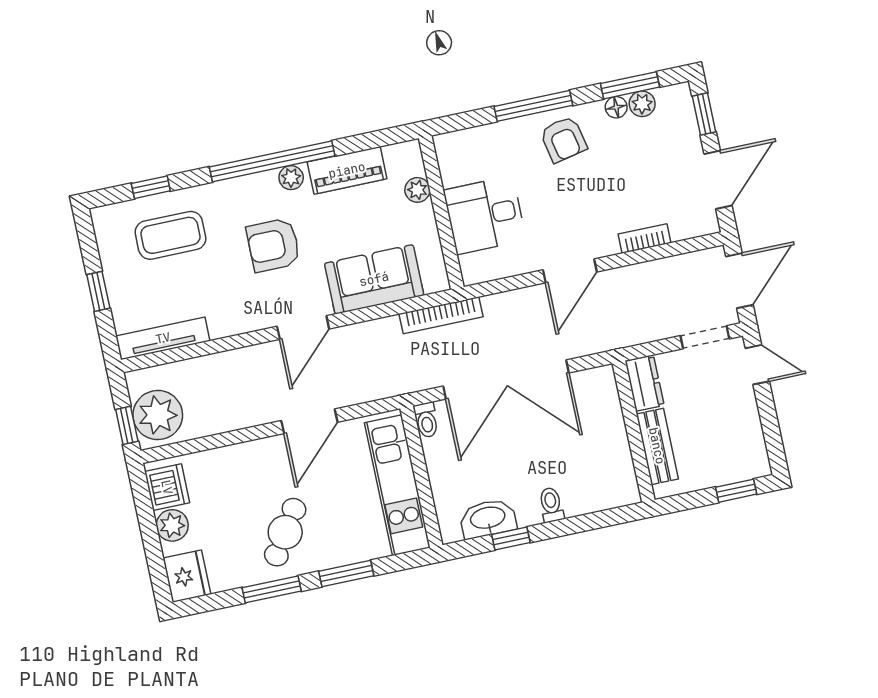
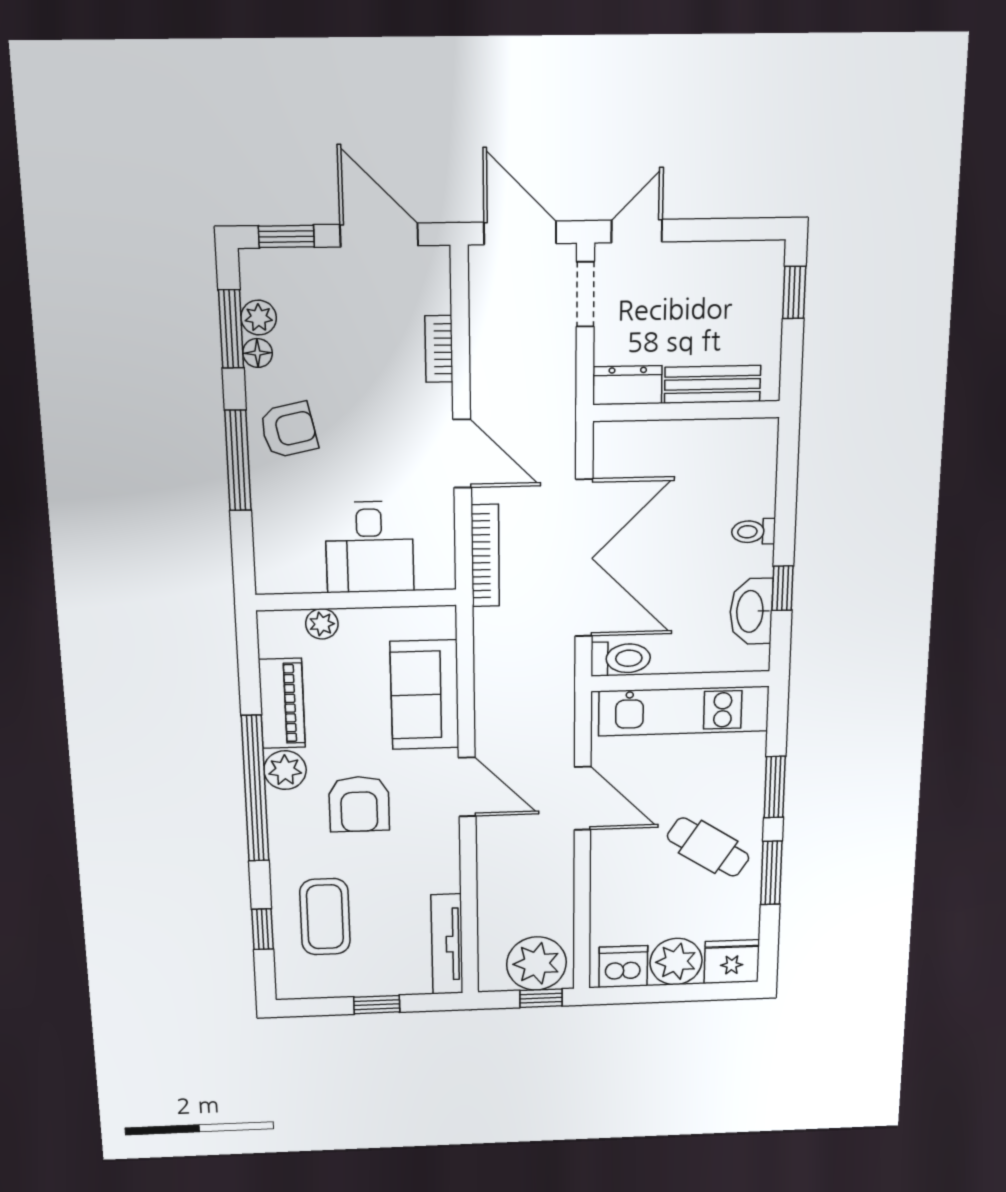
plant: (291, 178) -> (285, 770), width x1.38, depth x1.38
bookcase: (441, 315) -> (485, 556), moved
toilet: (426, 420) -> (621, 658), width x1.37, depth x1.39
plant: (172, 525) -> (676, 962), width x1.36, depth x1.36

